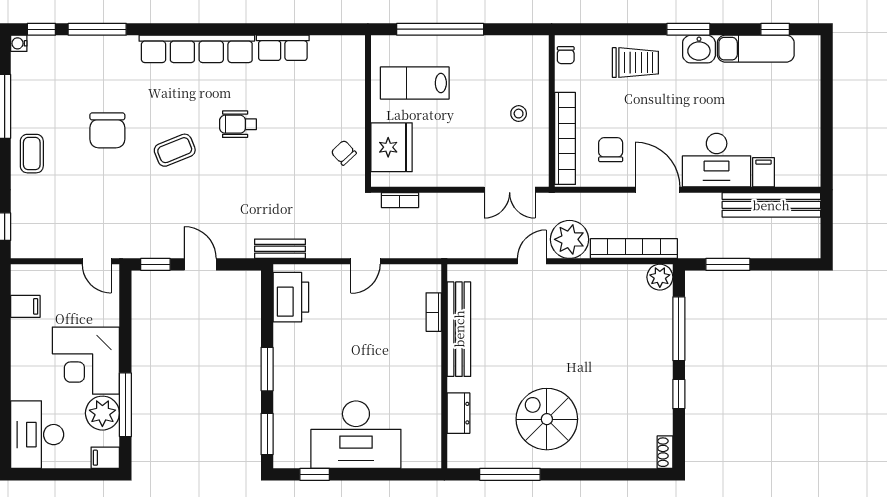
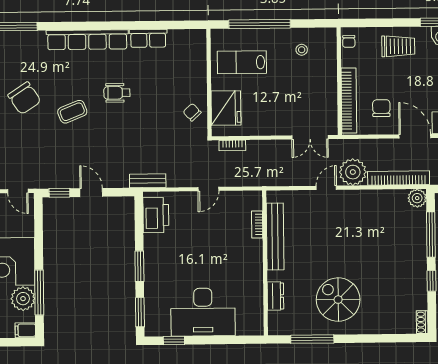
stool: (519, 114) -> (302, 50), moved
chair: (107, 130) -> (24, 98), turned -34

